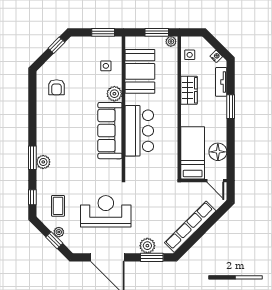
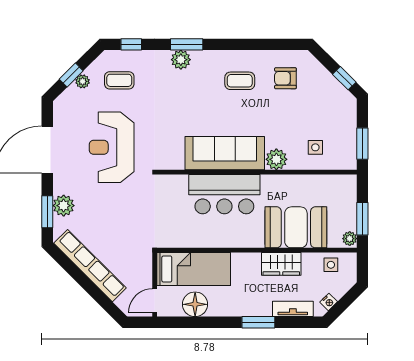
booth: (140, 71) -> (296, 227), moved
coffee table: (58, 120) -> (240, 81), added
reception desk: (106, 211) -> (112, 147), turned 180

